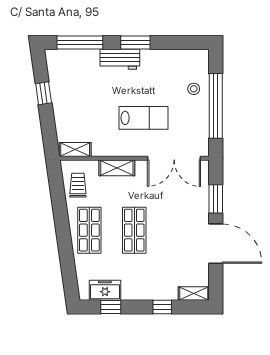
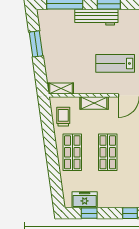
workbench: (120, 59) -> (96, 17), width x1.37
window: (44, 93) -> (36, 44), width x1.50
lab bench: (144, 118) -> (115, 63), turned 180

